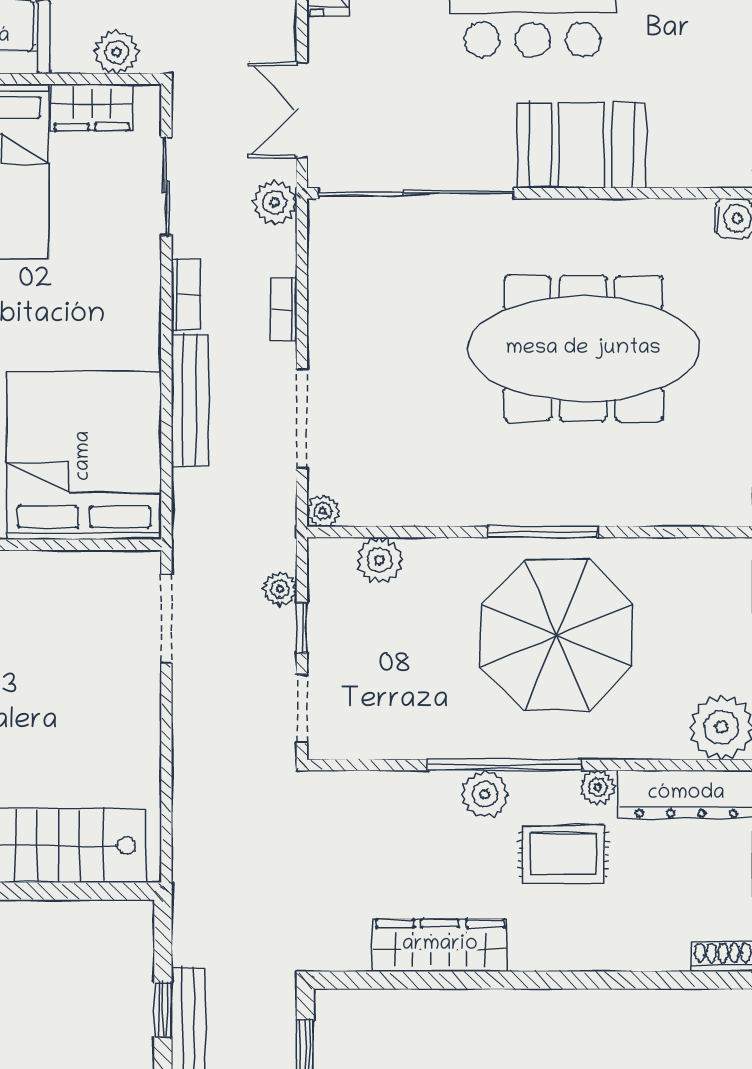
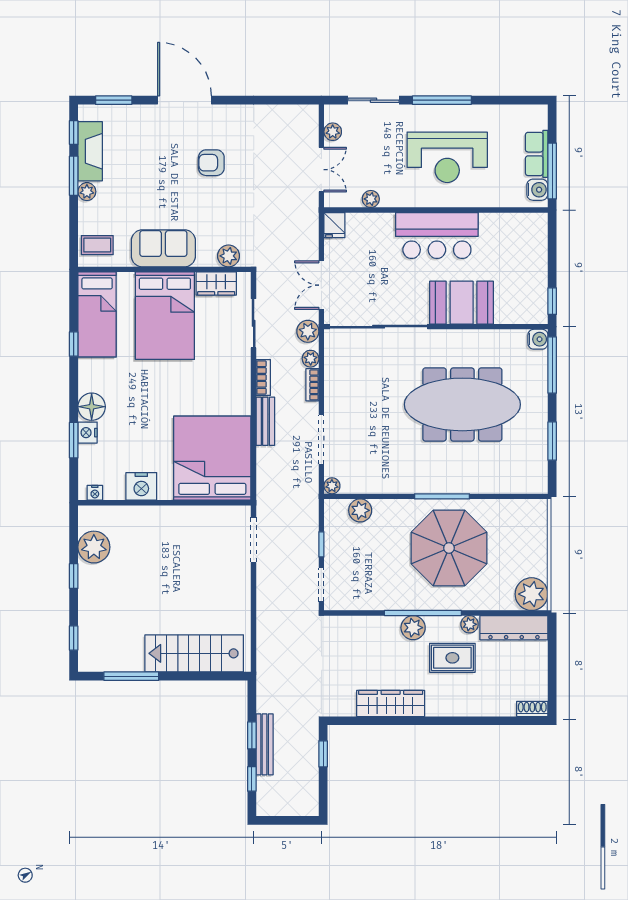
bench: (190, 400) -> (265, 421), width x0.73
plant: (280, 589) -> (311, 359), moved

